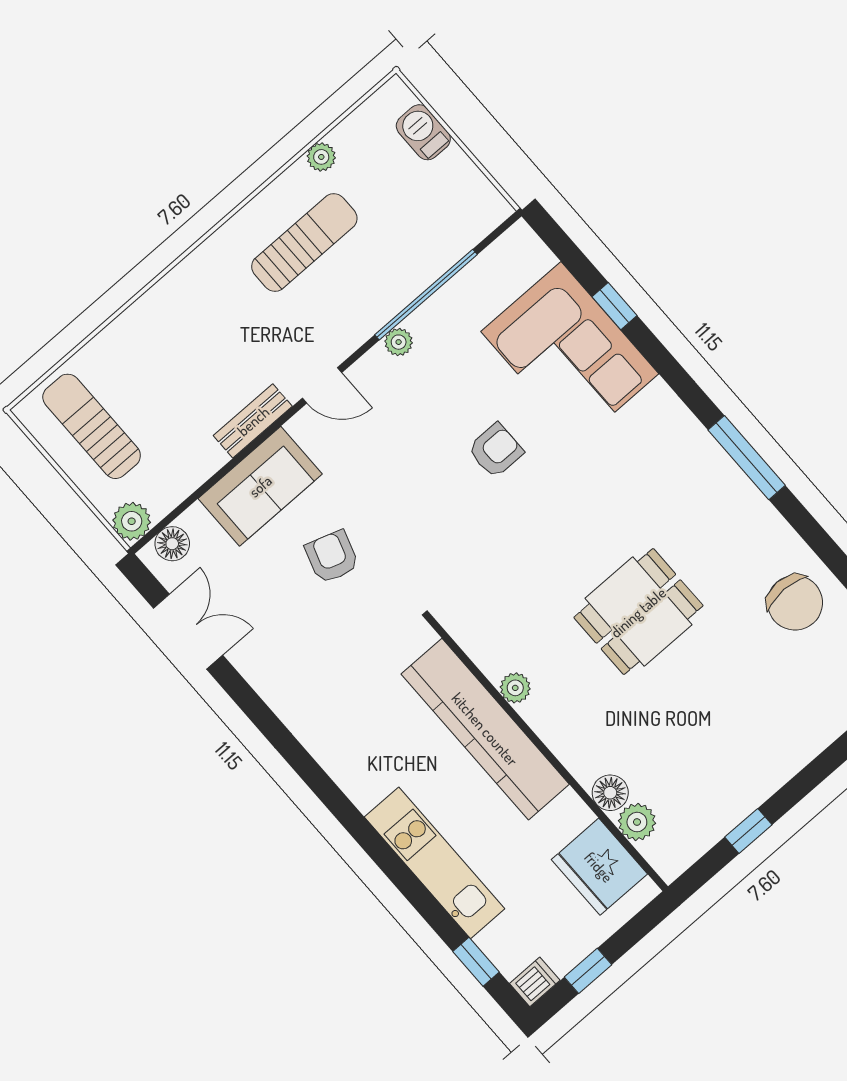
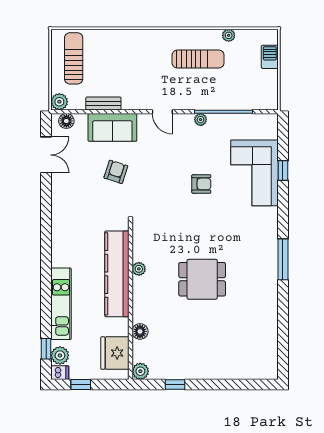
bench: (253, 421) -> (103, 103), moved
chair: (795, 603) -> (257, 322), removed
plant: (637, 822) -> (140, 371), moved
plant: (509, 952) -> (60, 355), added

